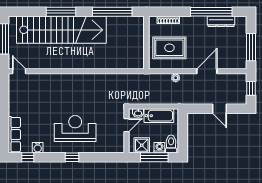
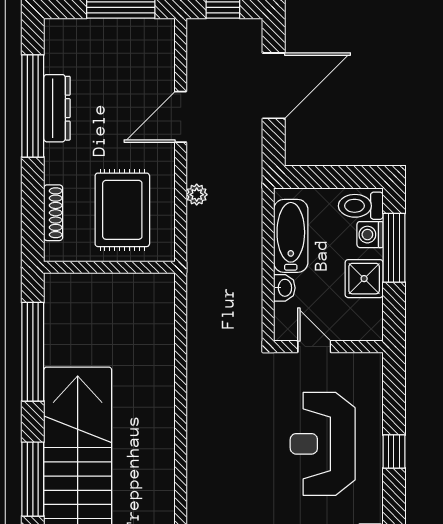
dresser: (221, 21) -> (57, 108), moved
door: (207, 71) -> (181, 117), hinge flipped
door: (219, 109) -> (274, 86), width x1.88
door: (126, 125) -> (314, 347), moved
wall: (126, 131) -> (328, 347), moved

